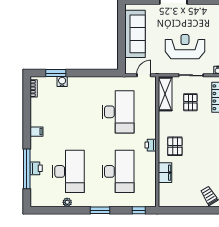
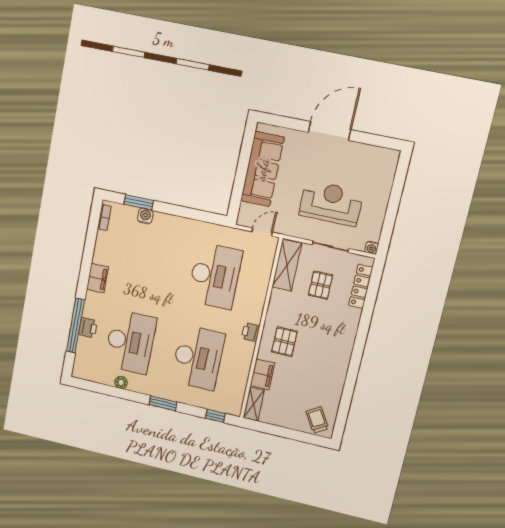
filing cabinet: (37, 132) -> (97, 278), width x2.00
shelving: (164, 195) -> (254, 404), added

